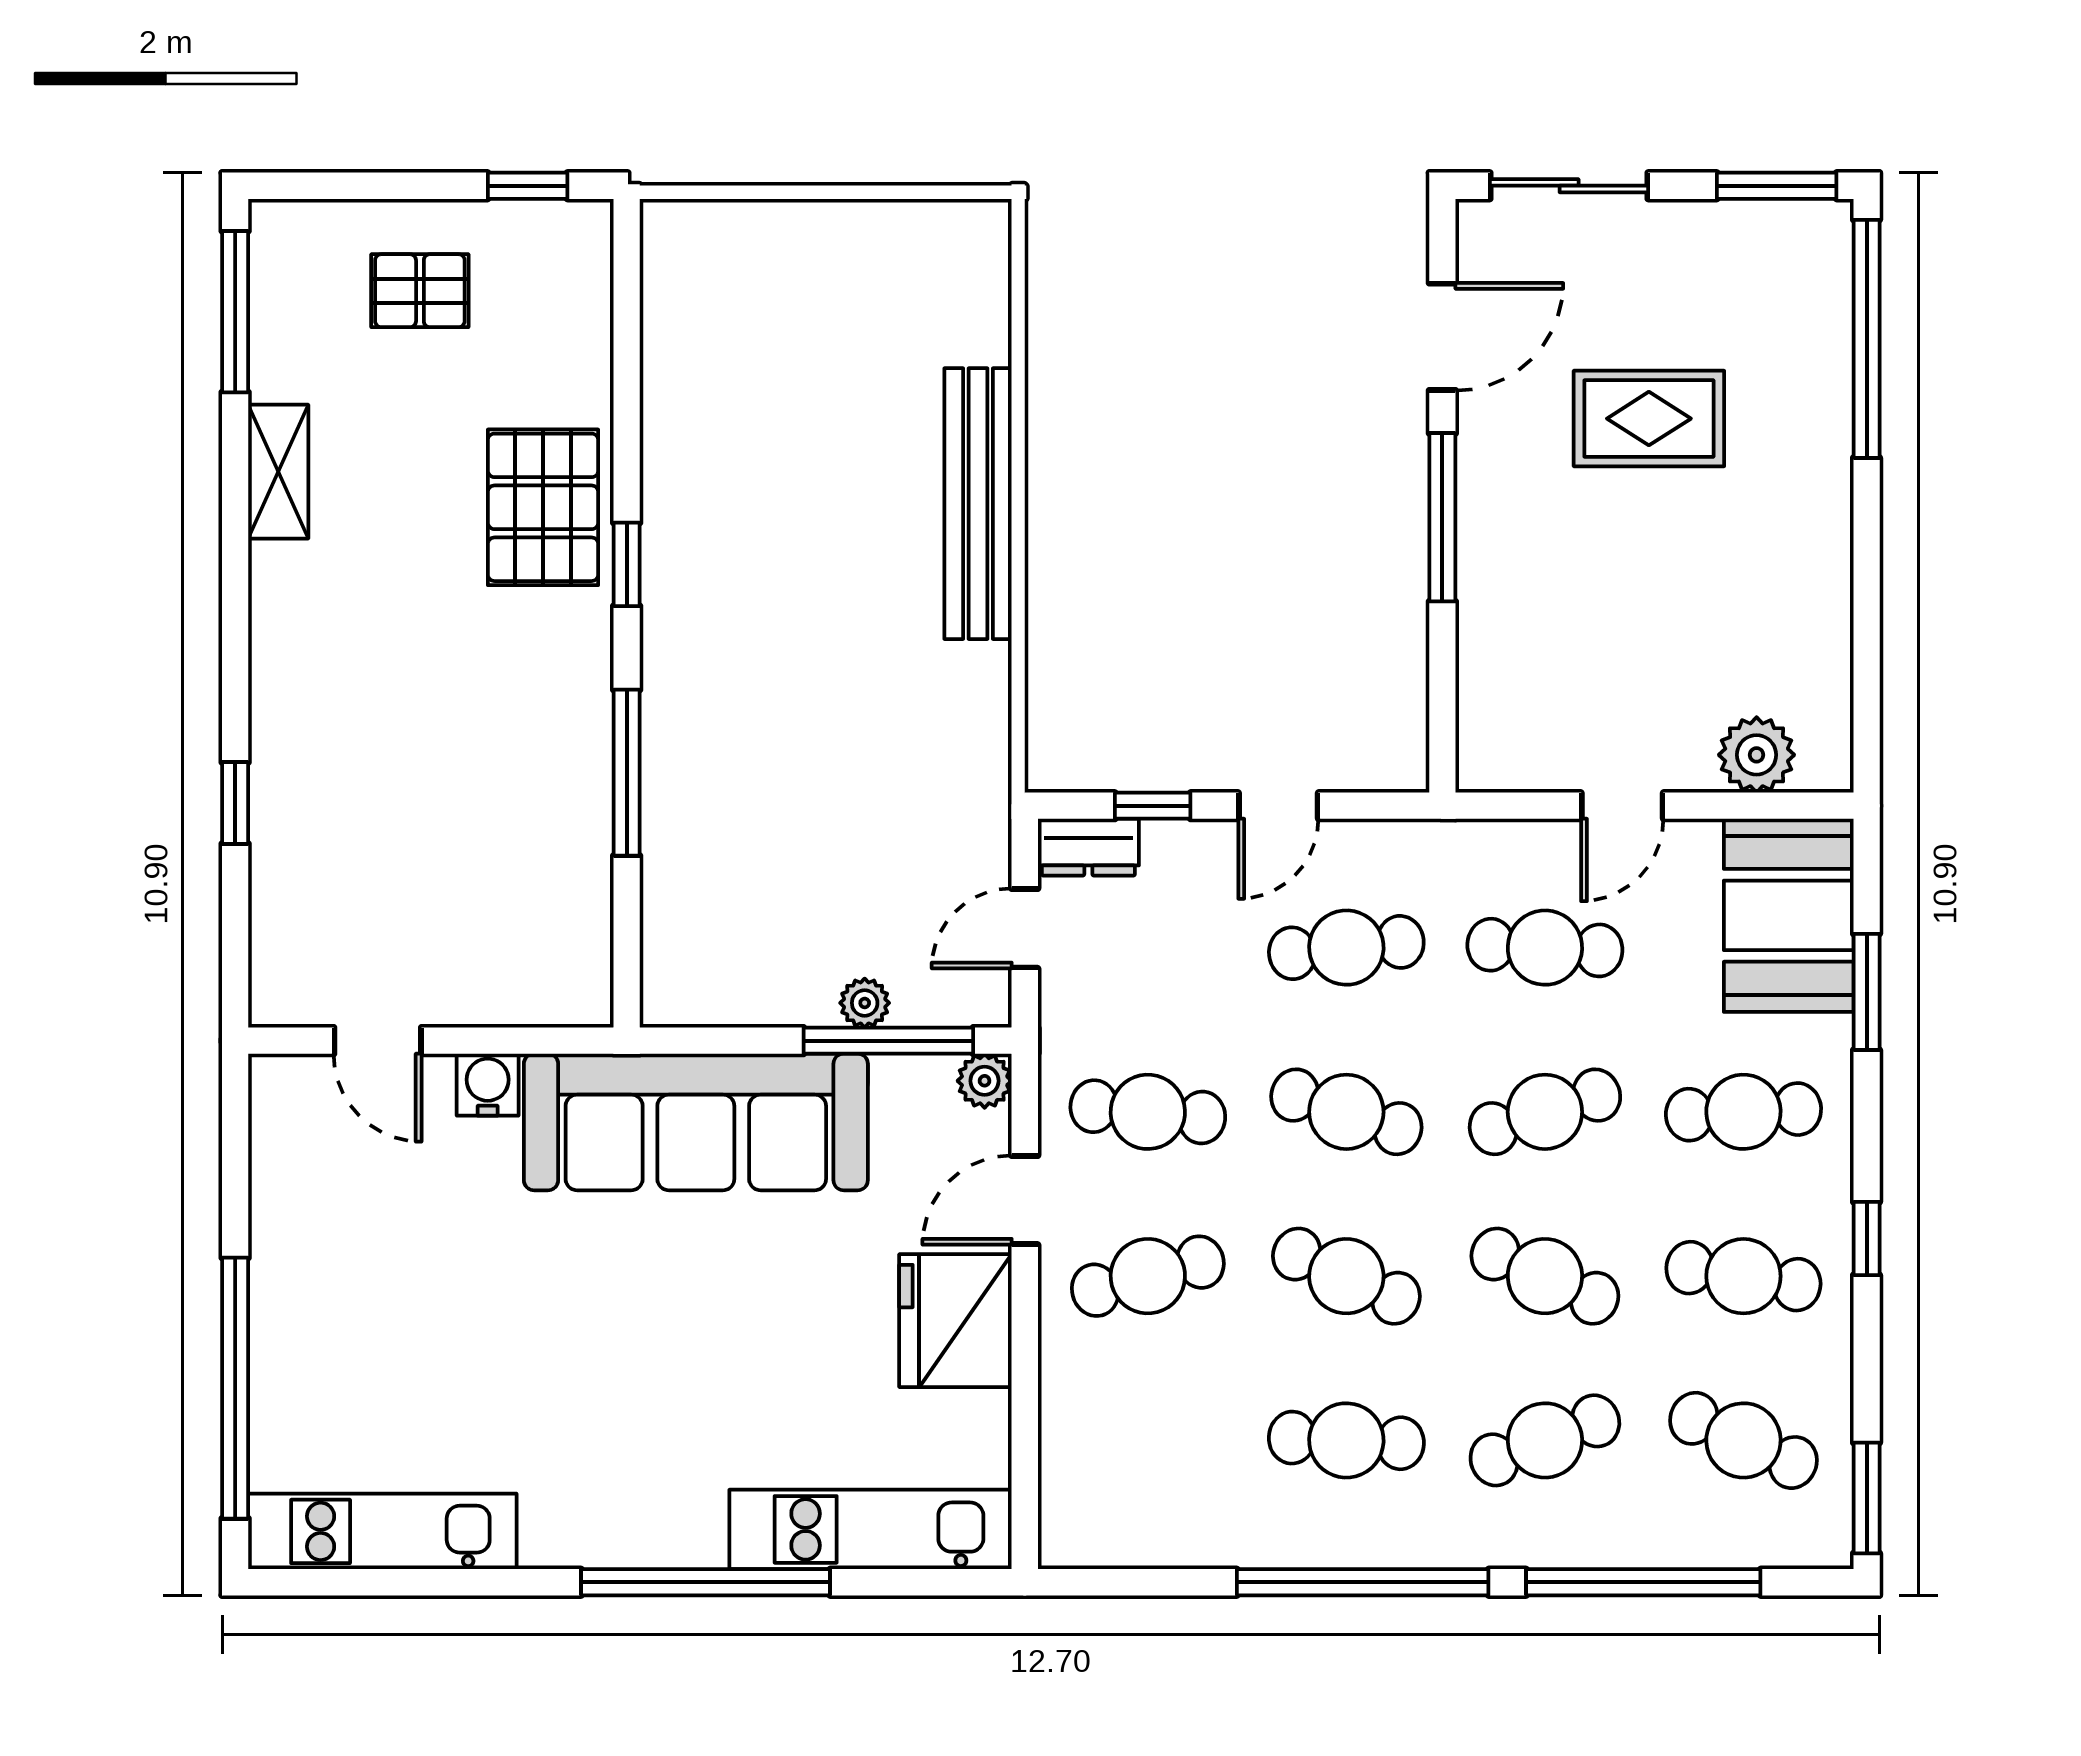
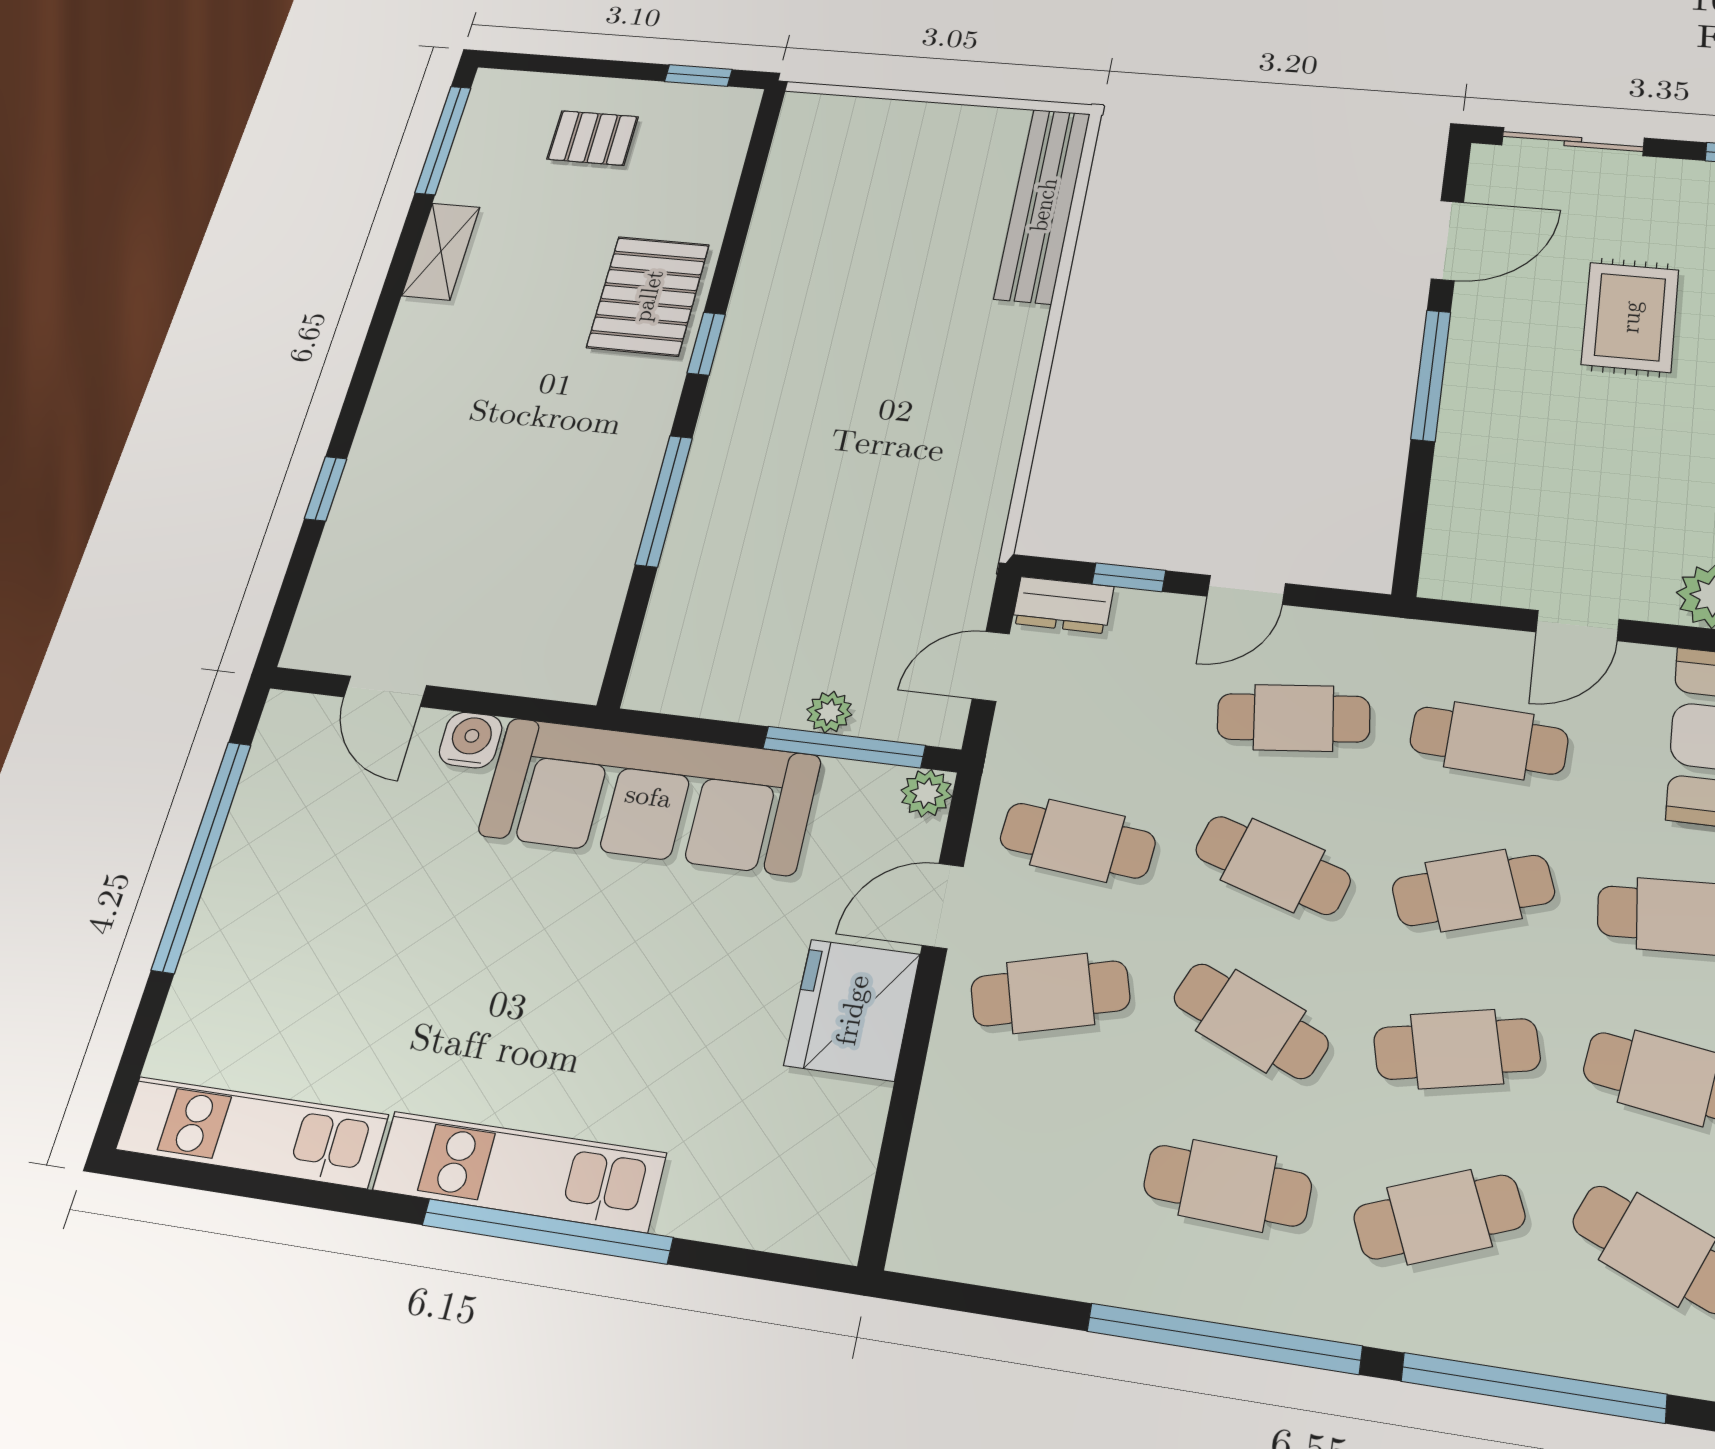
rug: (1649, 419) -> (1630, 317), turned 90
bench: (978, 504) -> (1043, 205), moved
cafe table: (1545, 1276) -> (1457, 1049), turned -36
window: (235, 1388) -> (202, 856), moved
kitchen unit: (871, 1529) -> (519, 1171), moved

